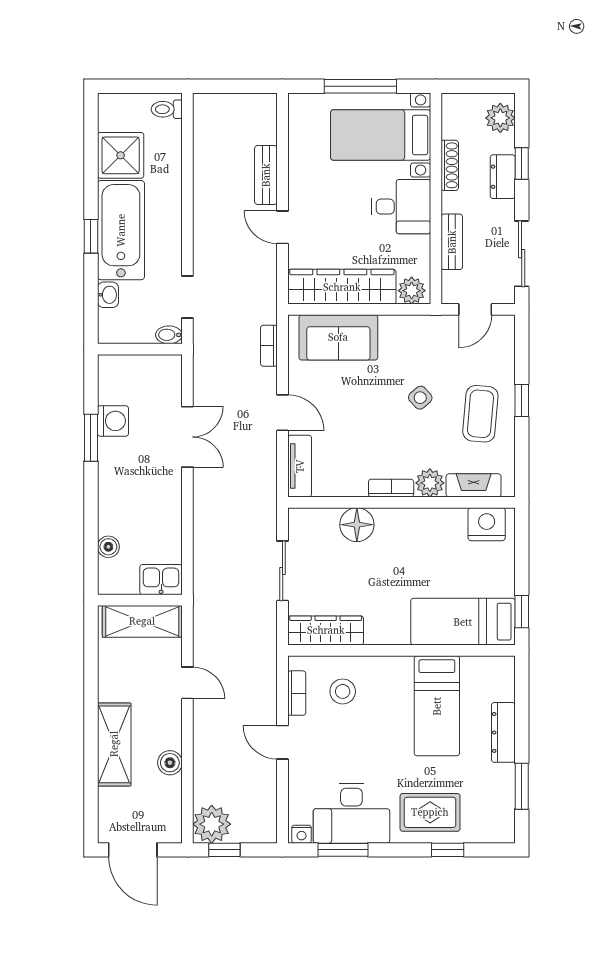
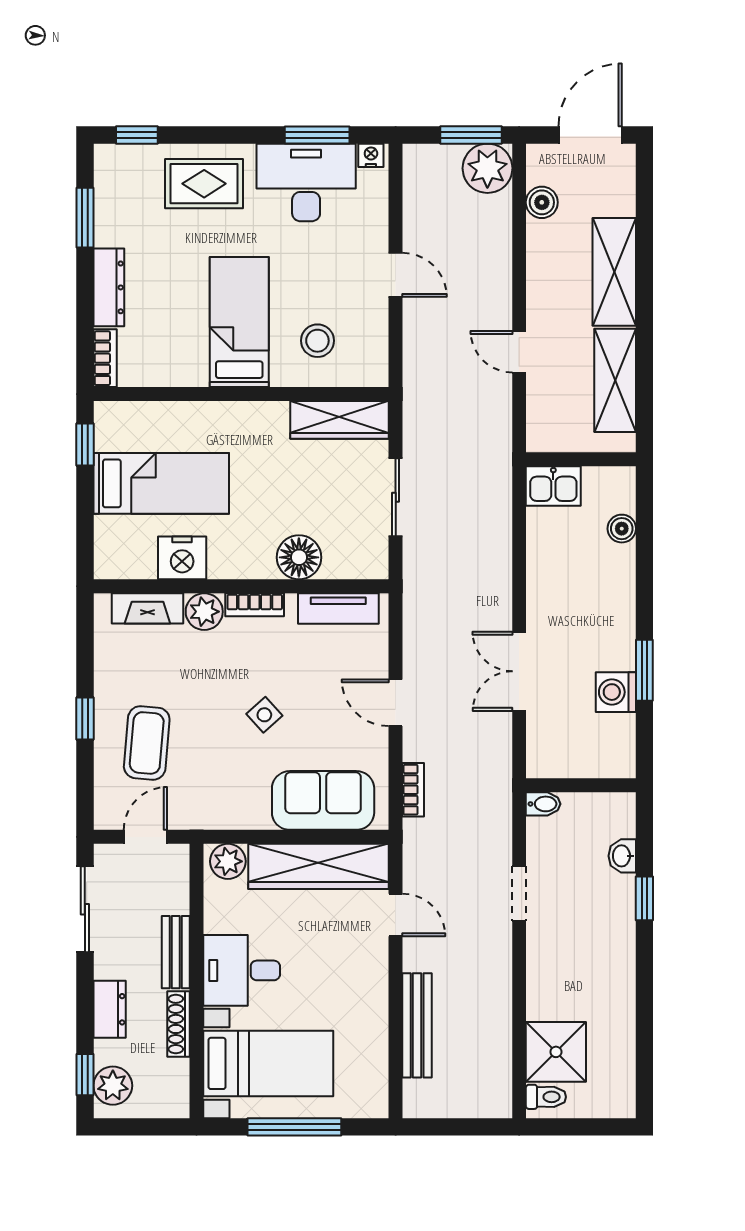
shower: (121, 155) -> (556, 1052), moved
window: (522, 164) -> (85, 1075), moved
bench: (266, 175) -> (417, 1025), width x1.36
door: (283, 227) -> (396, 915), moved
bathtub: (121, 230) -> (605, 940), removed
window: (91, 236) -> (644, 898), moved
bench: (452, 242) -> (176, 952), moved
doorway: (187, 297) -> (519, 893), moved
side table: (420, 398) -> (264, 715), moved
coffee table: (480, 414) -> (147, 743), moved
tv unit: (300, 466) -> (338, 609), moved, turned -90
nightstand: (487, 524) -> (182, 558), moved
shelving: (142, 621) -> (615, 380), moved, turned 90
bed: (463, 622) -> (161, 483), moved
bookcase: (297, 693) -> (105, 358), moved, turned 180
bed: (437, 706) -> (239, 322), moved
boiler: (170, 763) -> (542, 202), moved
door: (133, 850) -> (590, 135), hinge flipped
window: (224, 850) -> (471, 135), width x1.50
window: (448, 850) -> (137, 135), moved

